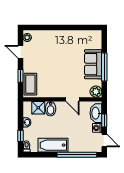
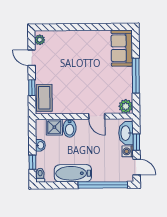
sofa: (93, 64) -> (122, 48), moved

